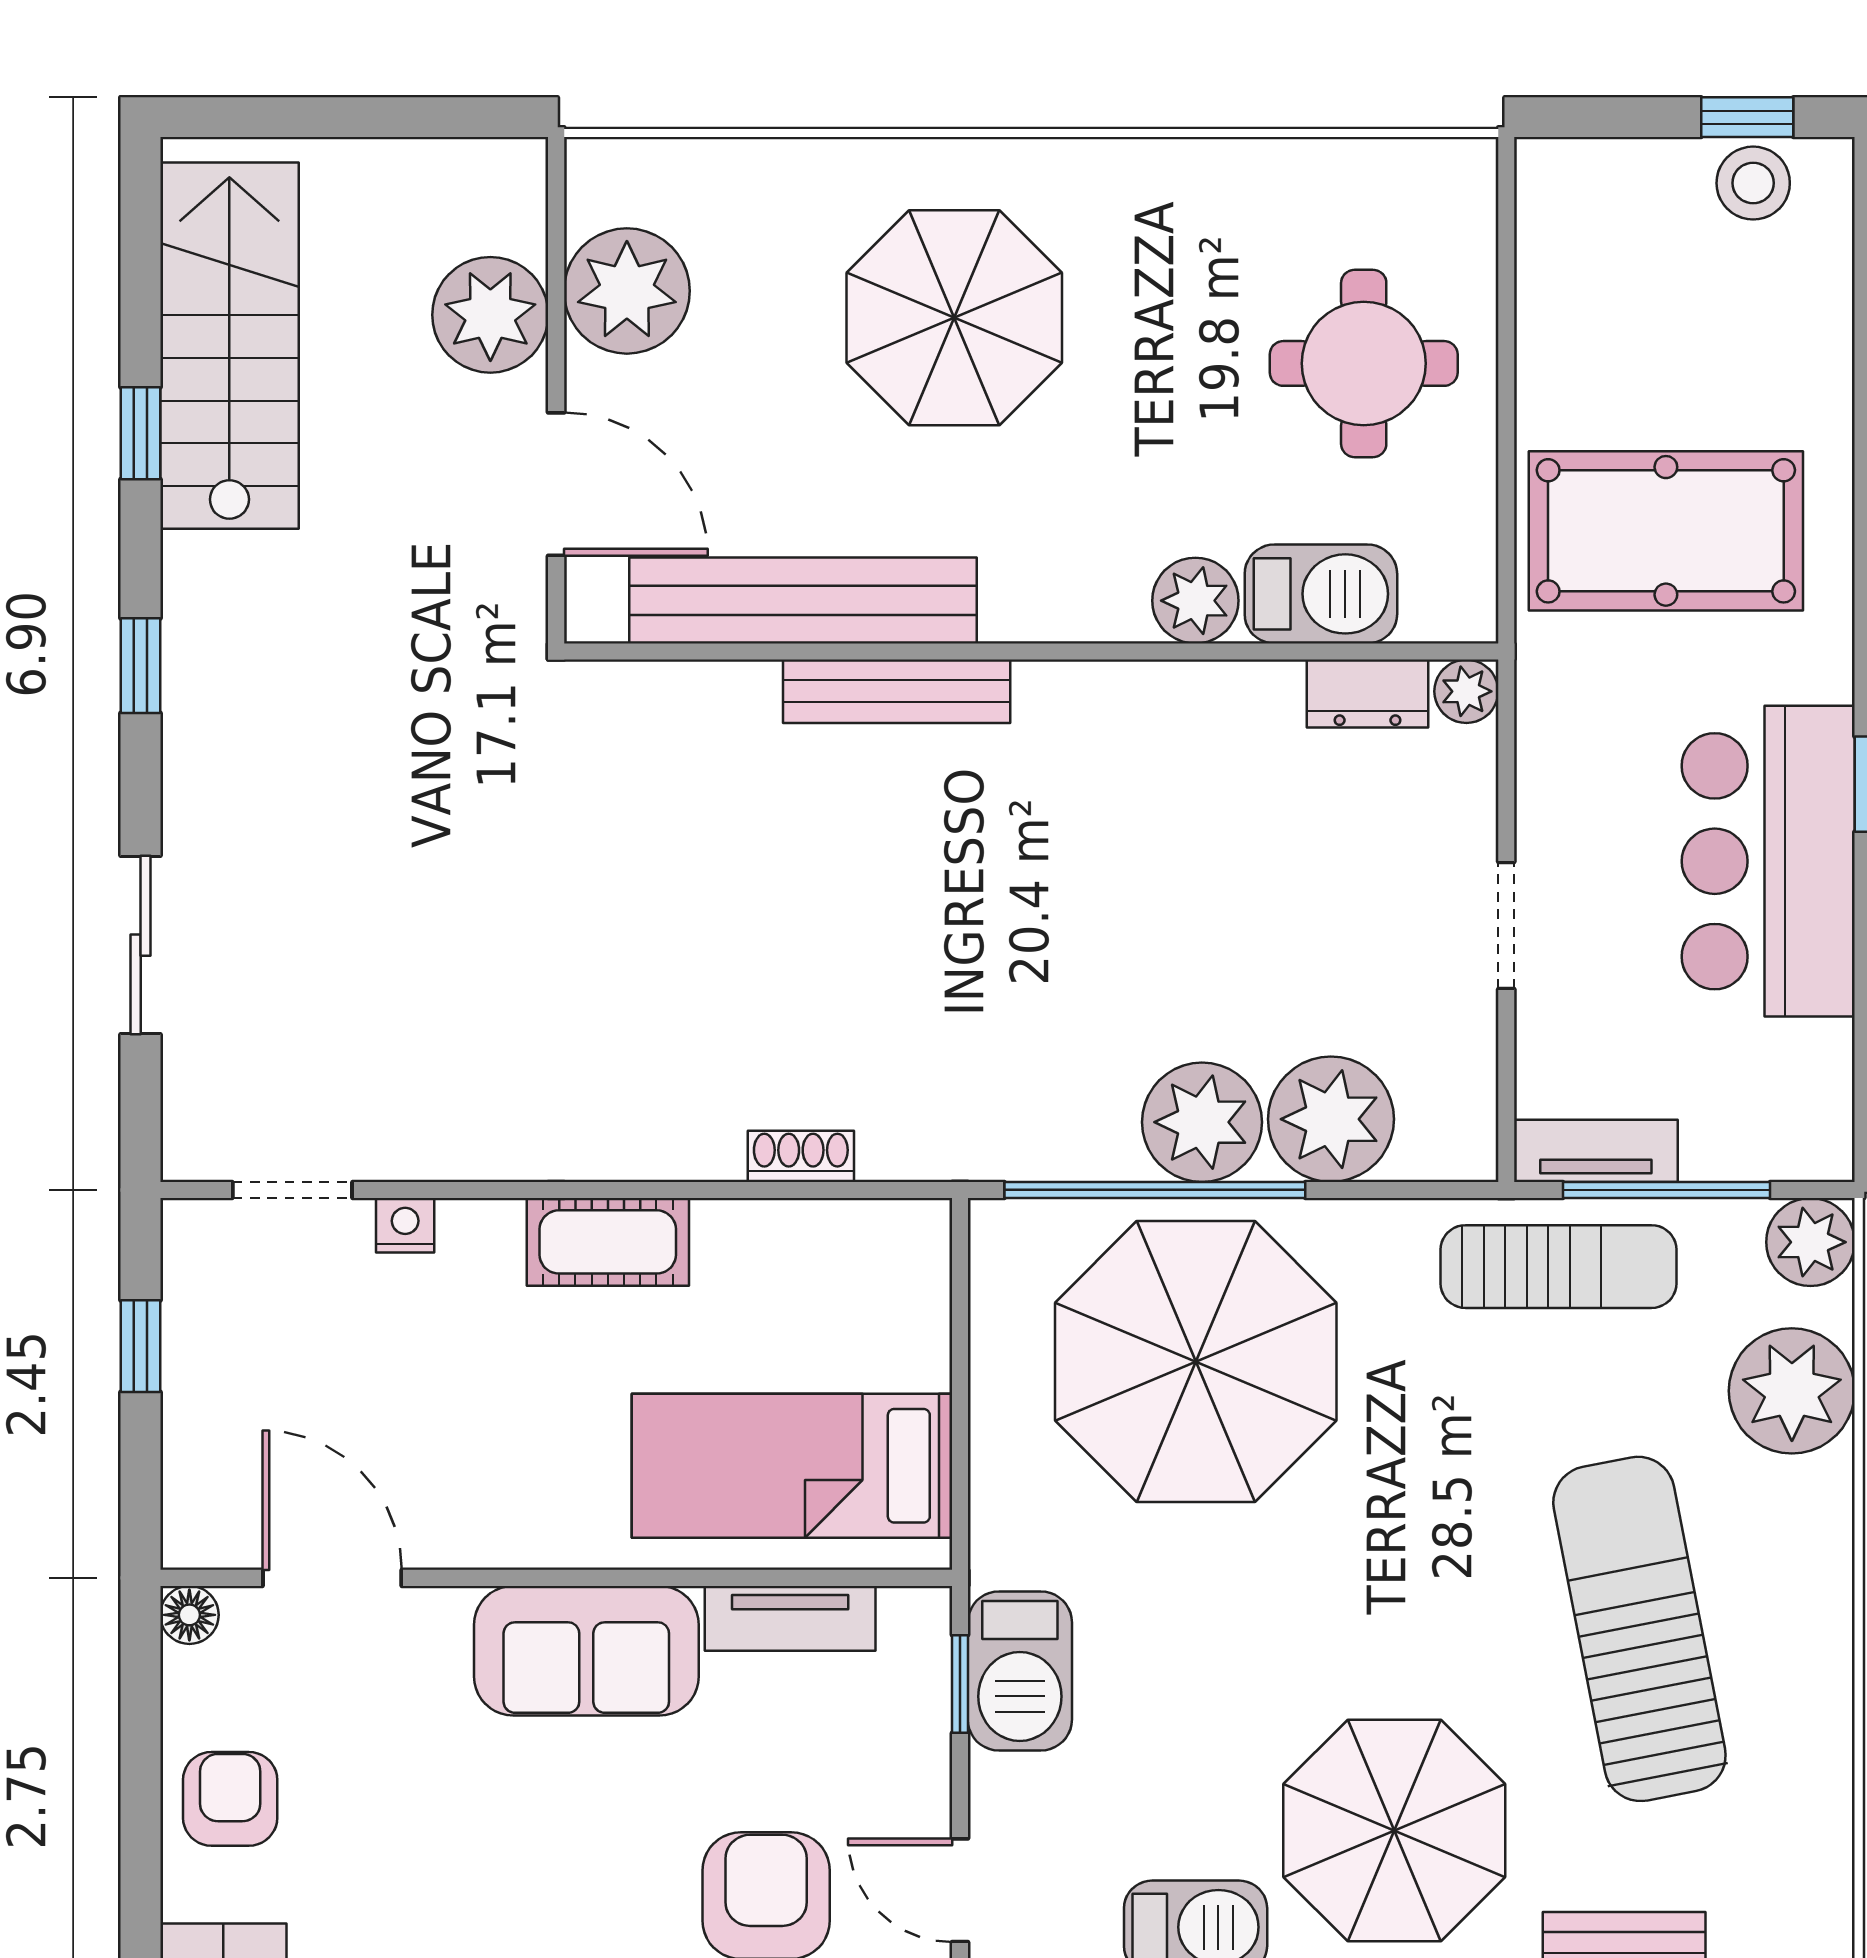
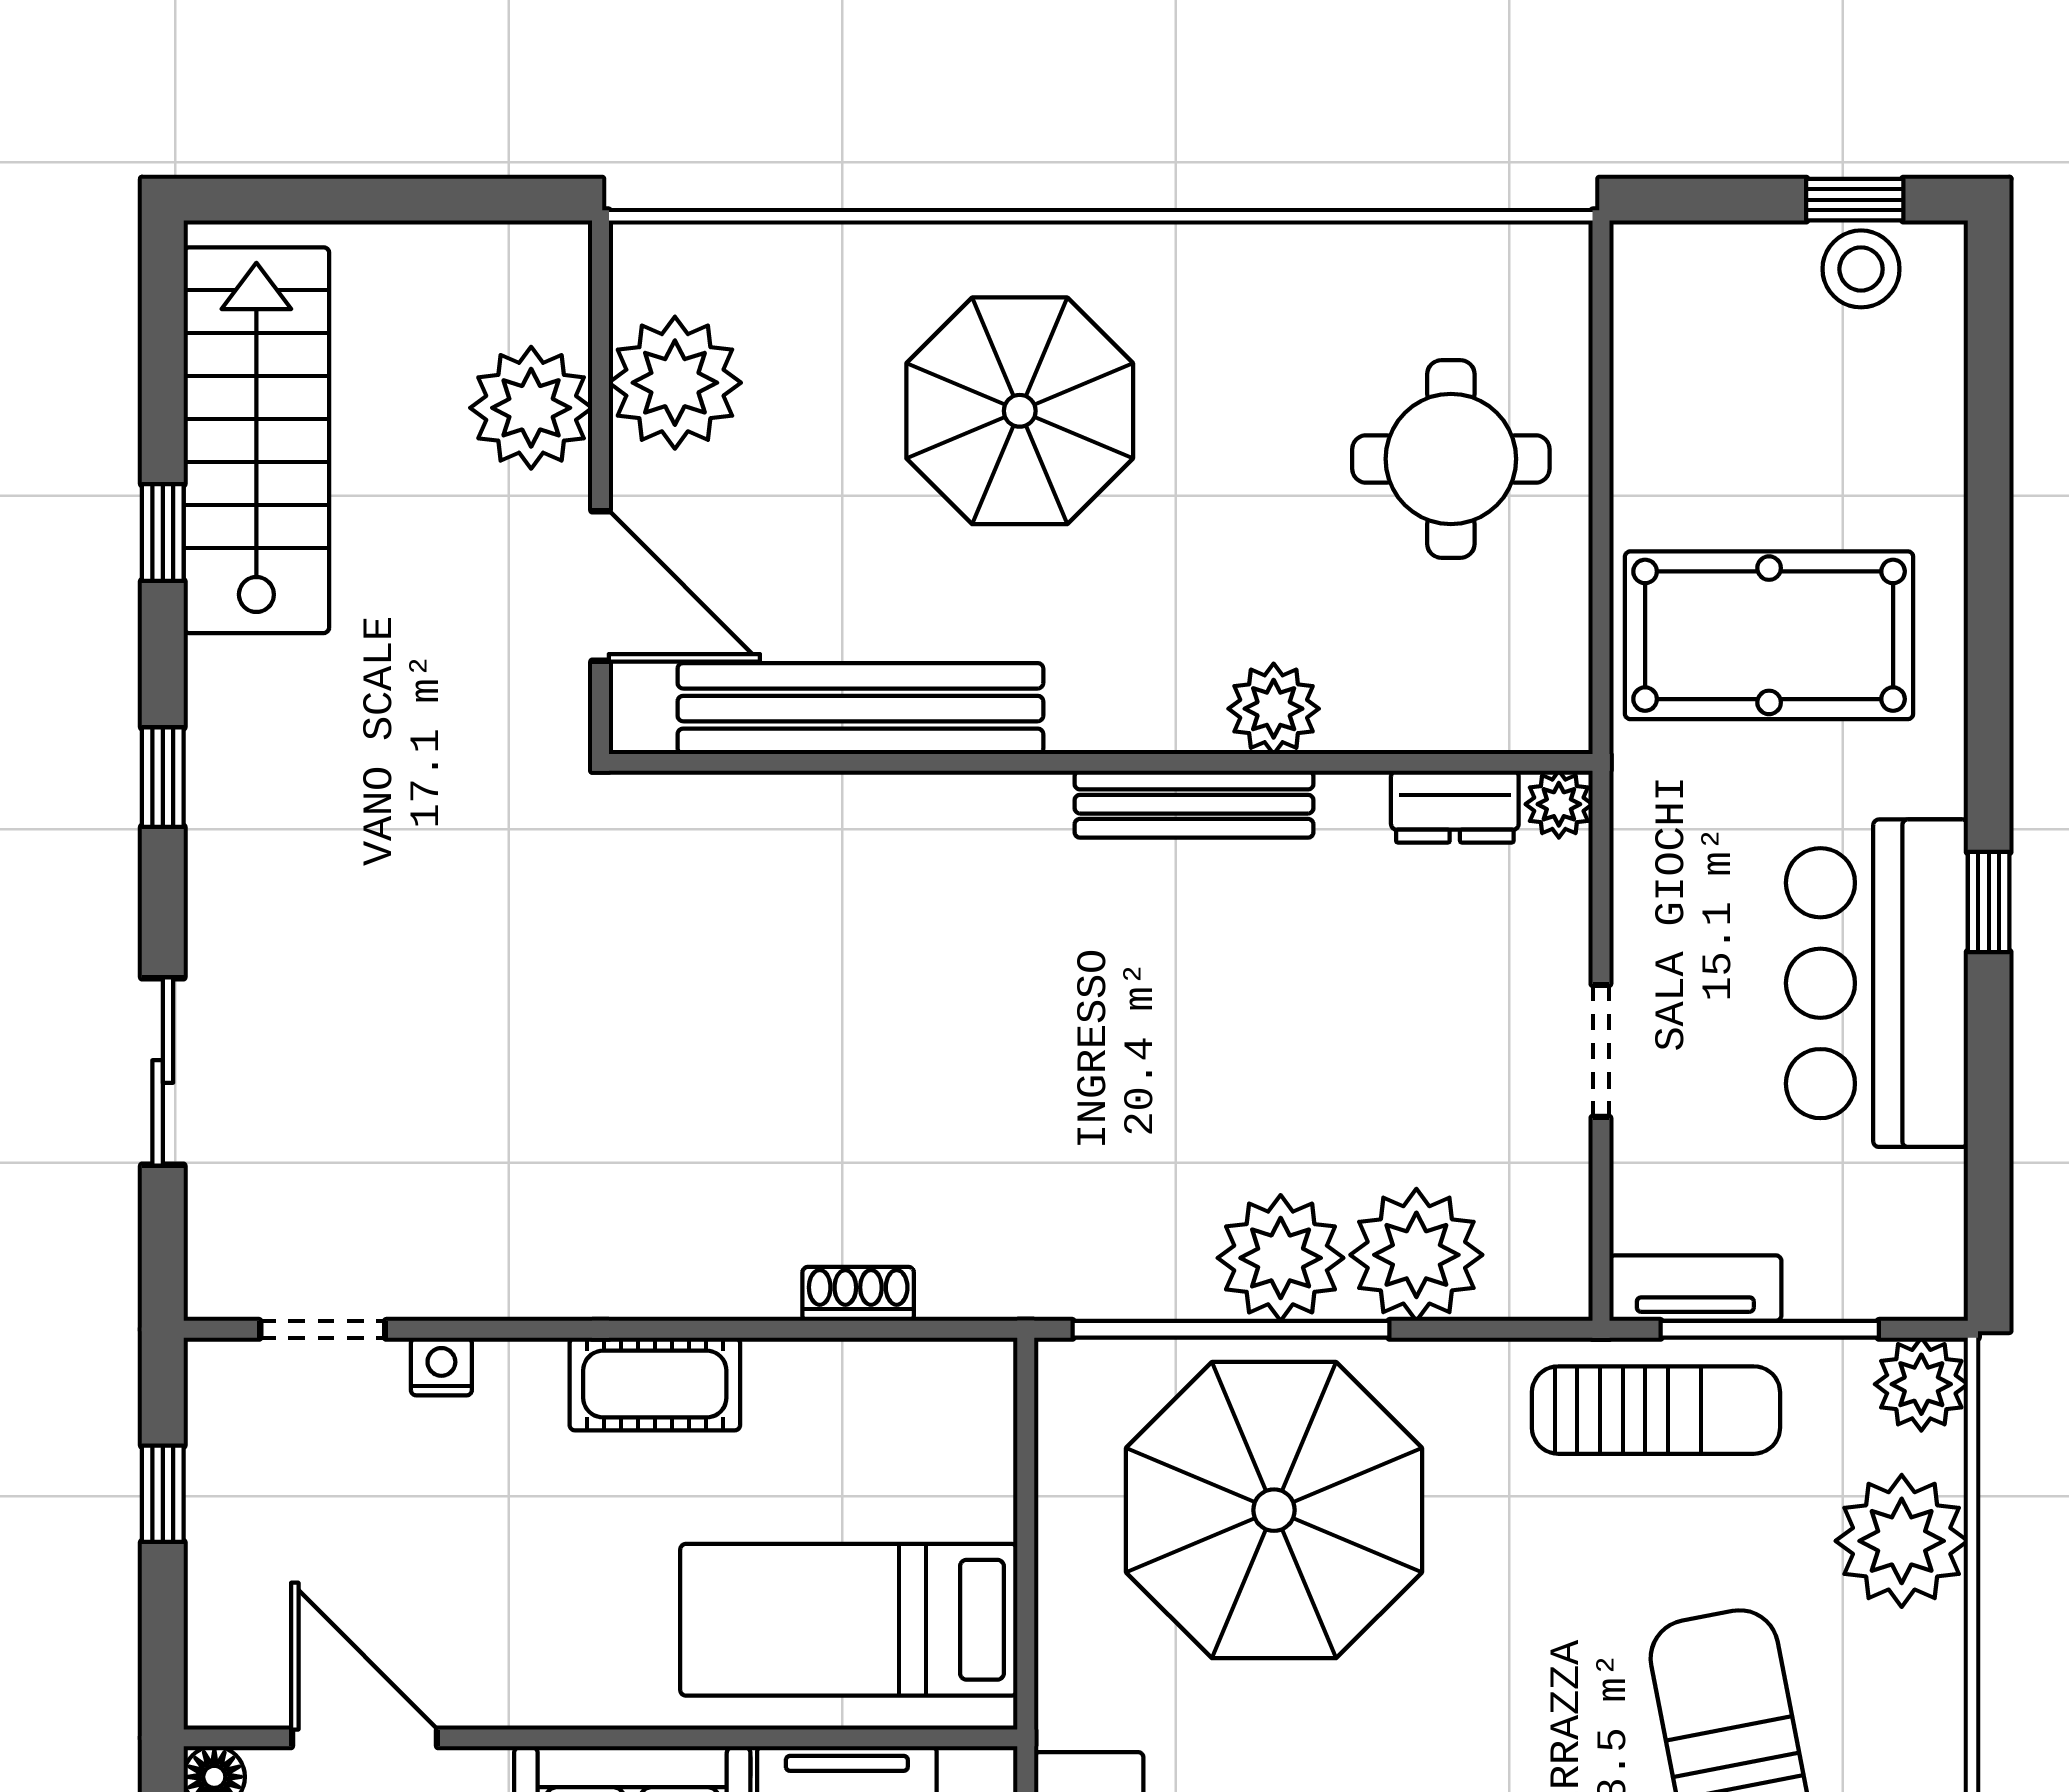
barbecue: (1321, 594) -> (1406, 702), removed
bench: (897, 691) -> (1194, 804), moved

